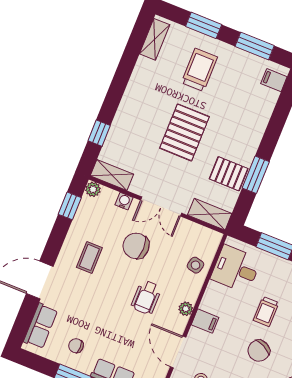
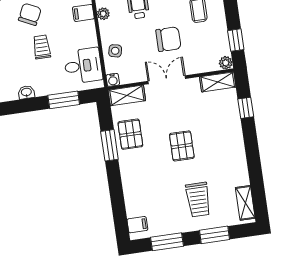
pallet: (184, 132) -> (182, 146), width x0.67, depth x0.71
pallet: (229, 174) -> (130, 134), turned 90
water cooler: (124, 201) -> (113, 80), moved

